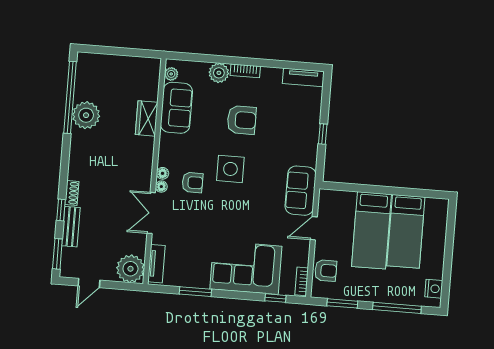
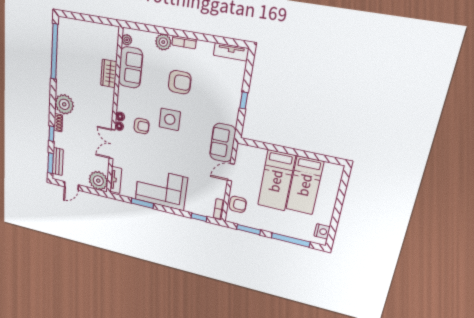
plant: (86, 115) -> (64, 104), moved
bench: (71, 227) -> (58, 161), moved
corner sofa: (246, 268) -> (161, 189), moved

